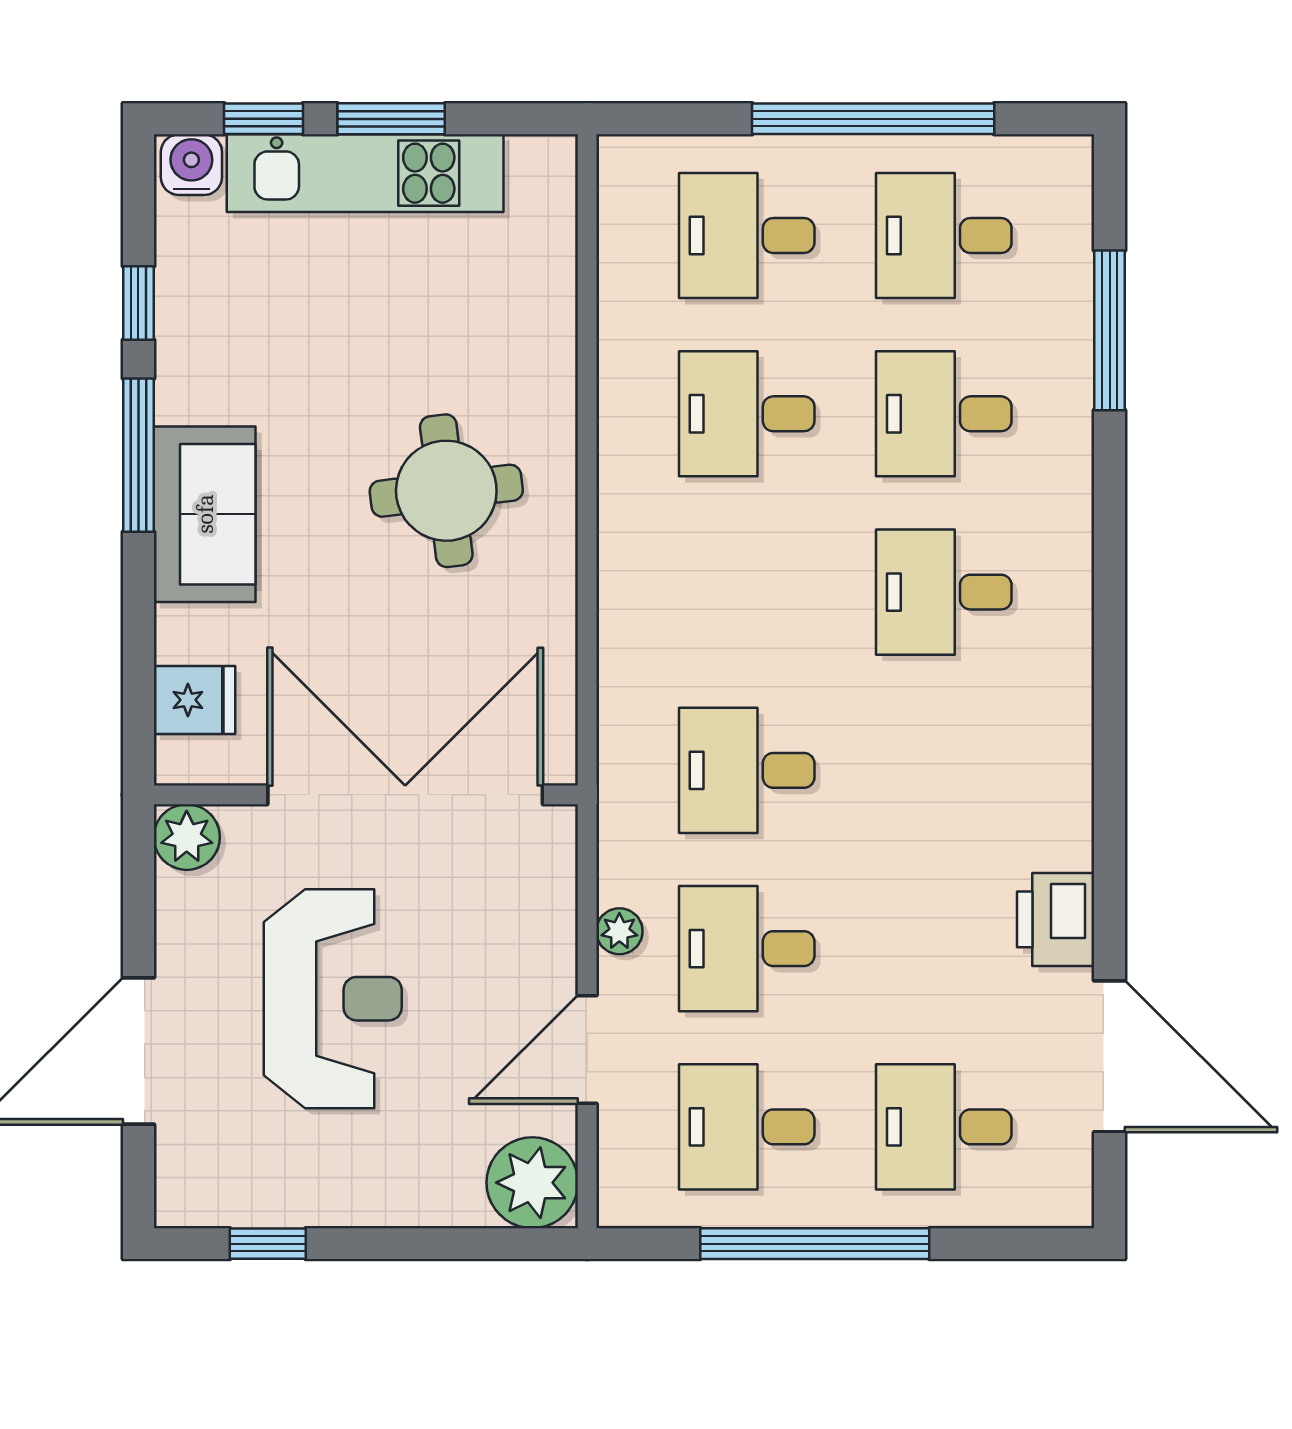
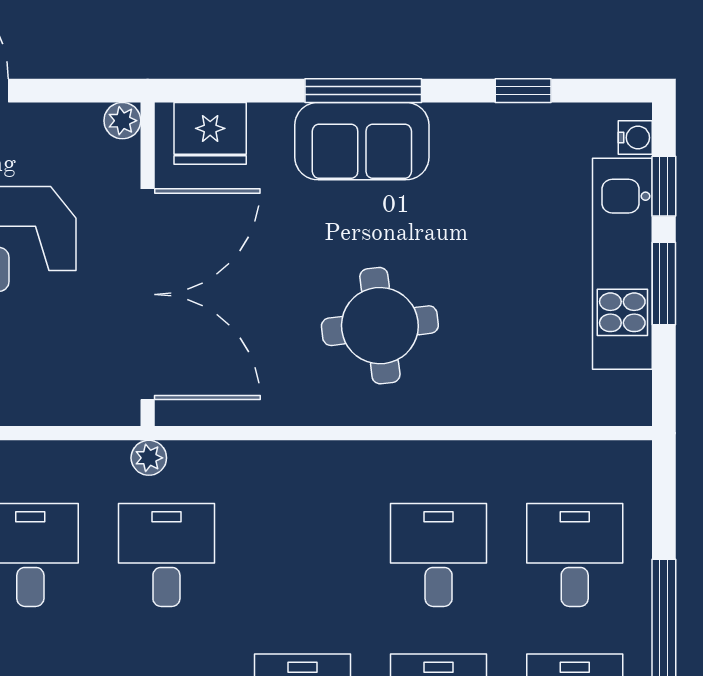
water cooler: (191, 165) -> (635, 138), width x0.72, depth x0.72
window: (138, 455) -> (363, 91), moved
fridge: (194, 700) -> (210, 133), width x1.38
plant: (187, 837) -> (122, 121), width x0.73, depth x0.73
plant: (619, 931) -> (149, 458), moved

